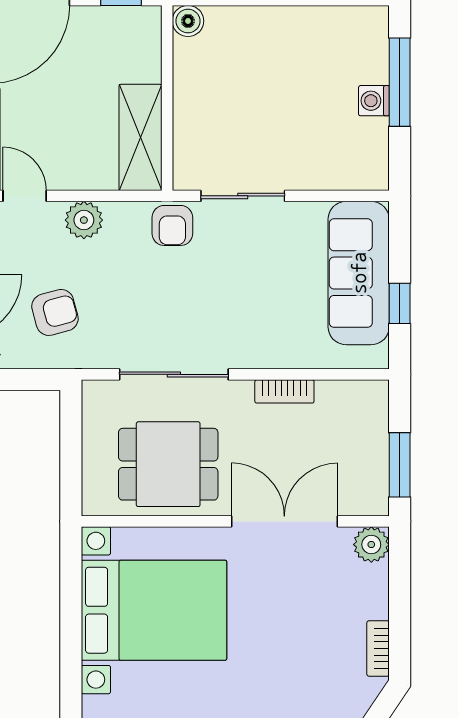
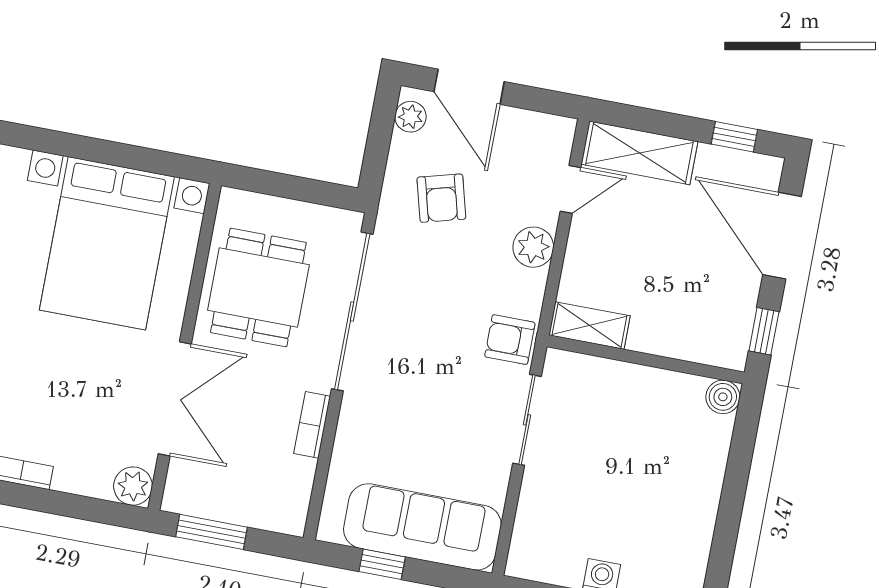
shelving: (140, 137) -> (589, 326), width x0.67, depth x0.75
sliding door: (174, 374) -> (352, 311), width x1.36

